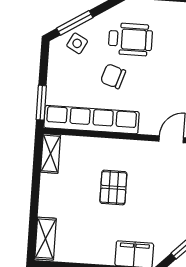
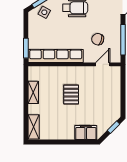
chair: (113, 76) -> (98, 39), moved
shelving: (51, 153) -> (33, 92), moved

